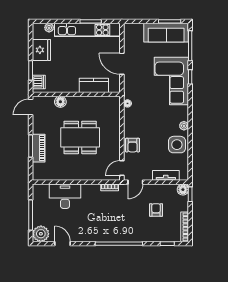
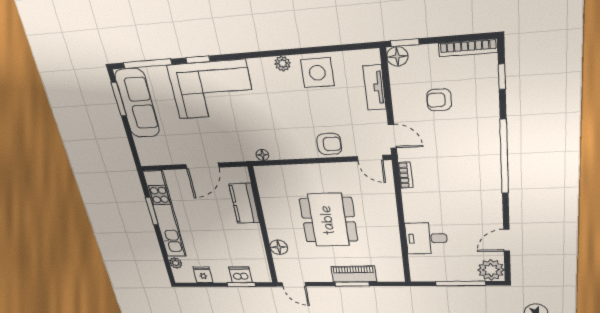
fridge: (41, 50) -> (203, 275), width x0.53, depth x0.75
dishwasher: (39, 82) -> (240, 275), moved
desk: (65, 196) -> (426, 238), width x0.73

